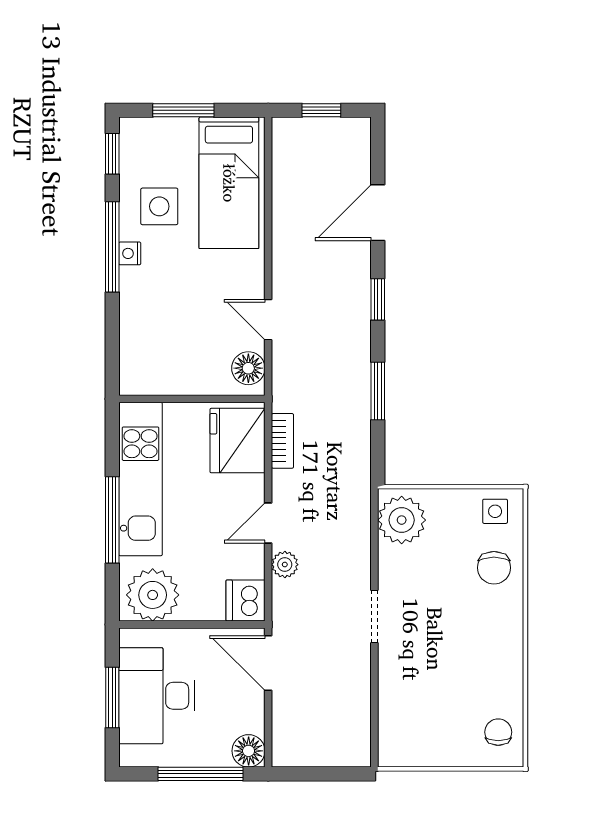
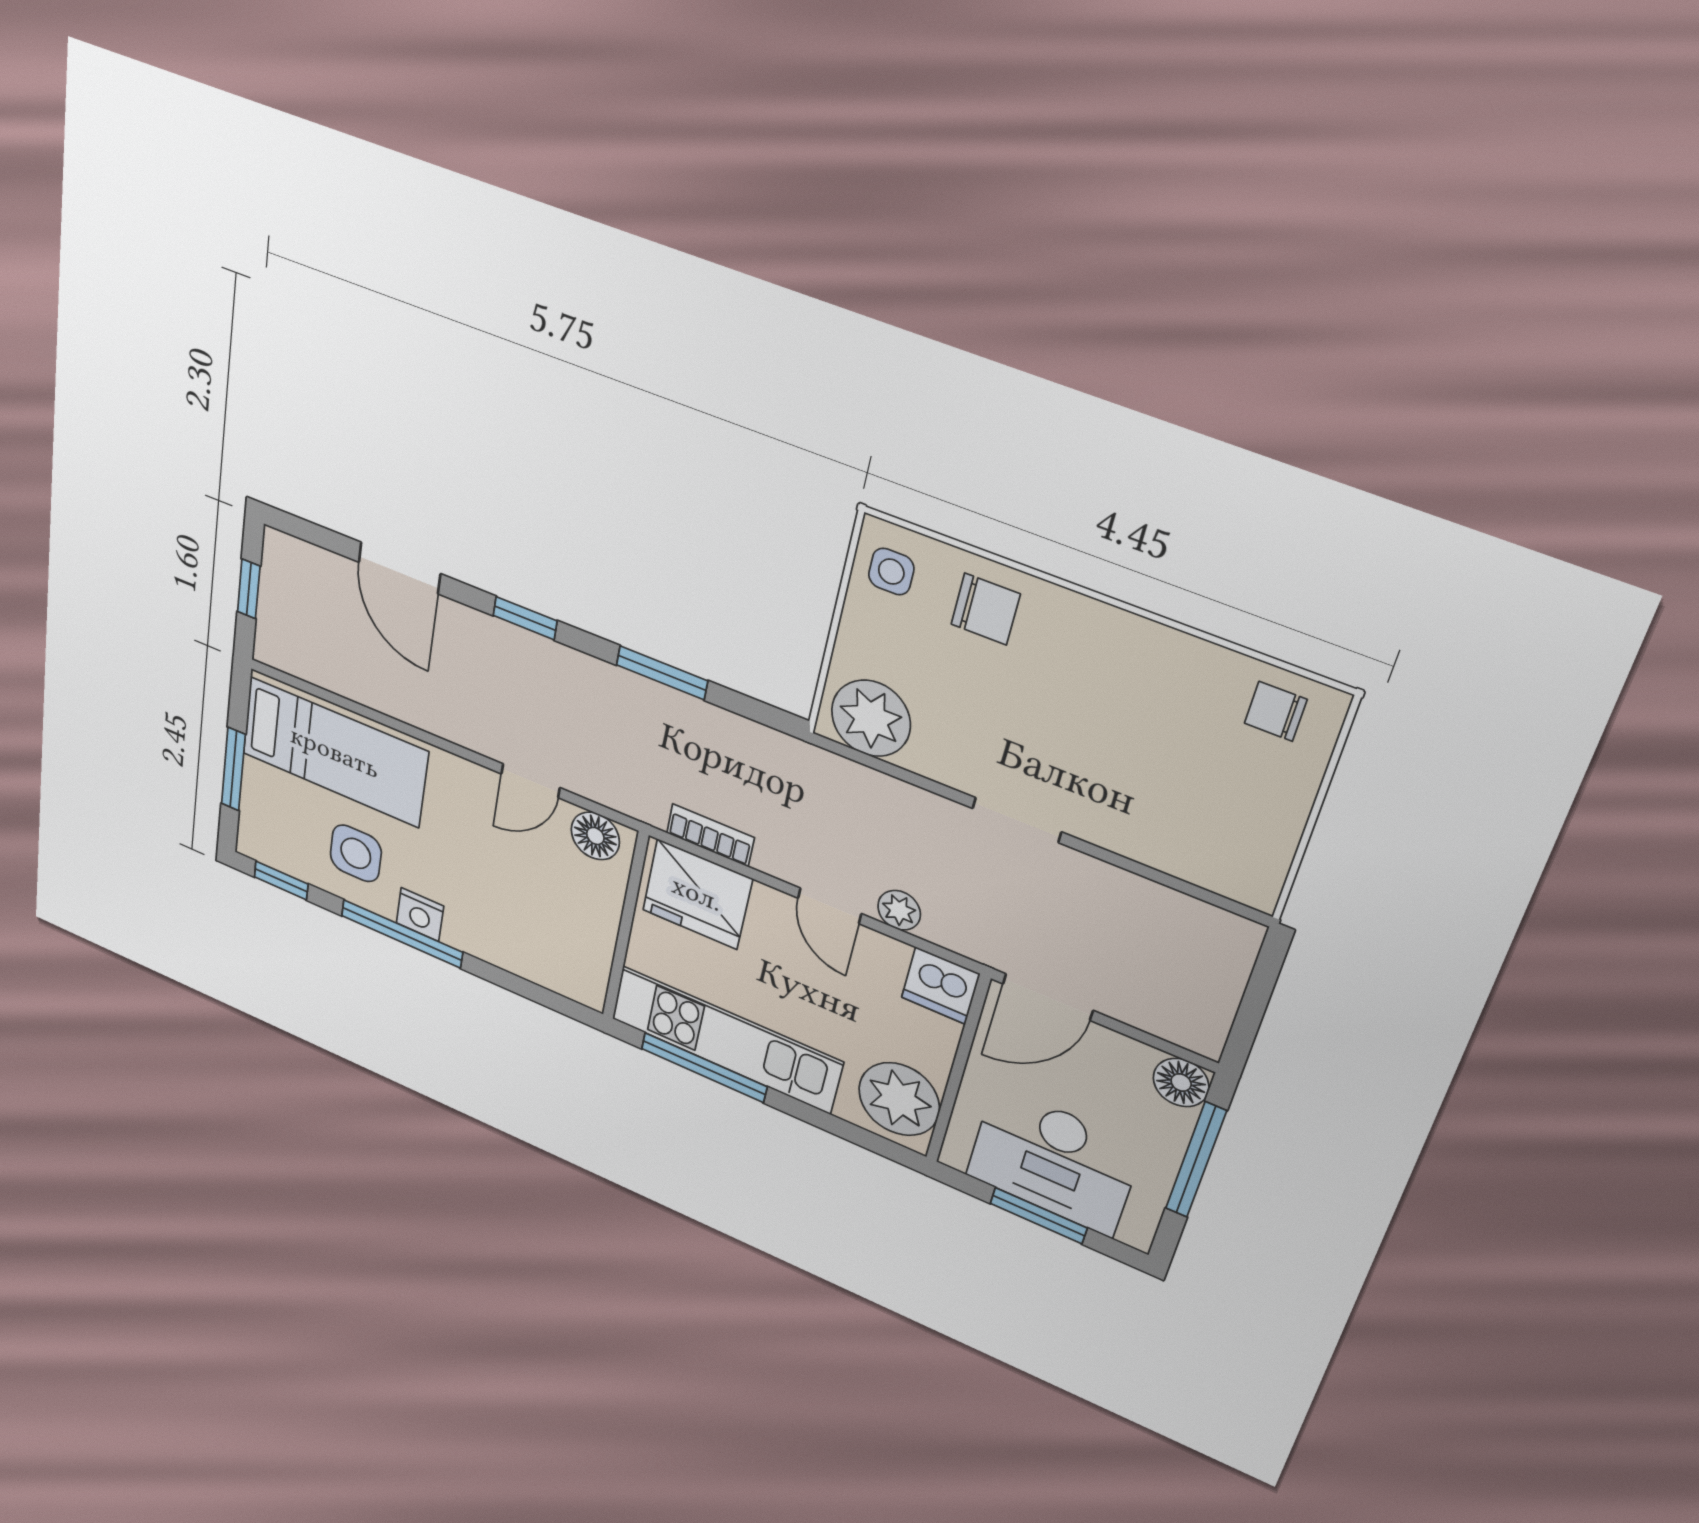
nightstand: (130, 253) -> (420, 915), width x1.39, depth x1.35
window: (112, 520) -> (704, 1068), moved

